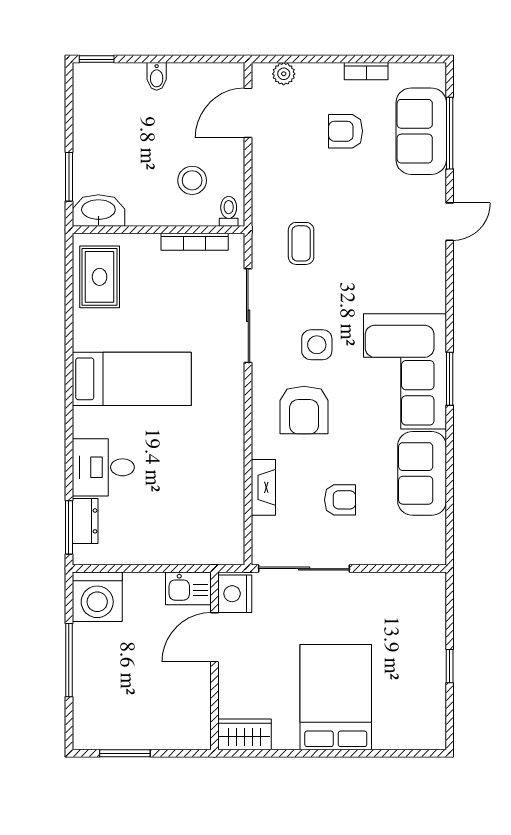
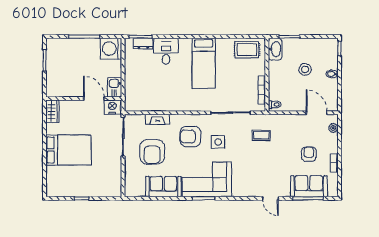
stool: (192, 180) -> (305, 69), moved
armchair: (340, 500) -> (152, 152), width x1.88, depth x1.88

